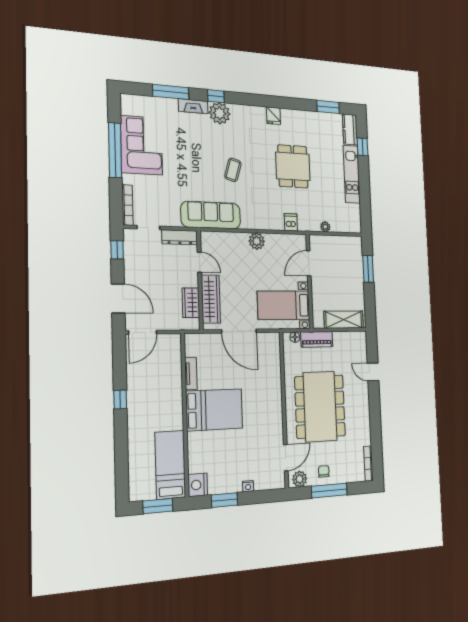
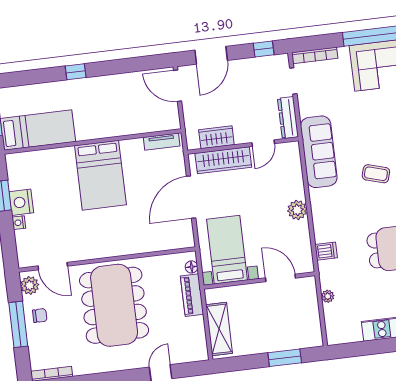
tv unit: (191, 374) -> (162, 142), moved
window: (120, 399) -> (76, 72), moved
dining table: (320, 406) -> (114, 305), turned 90
nightstand: (198, 485) -> (21, 202), moved, turned -90

